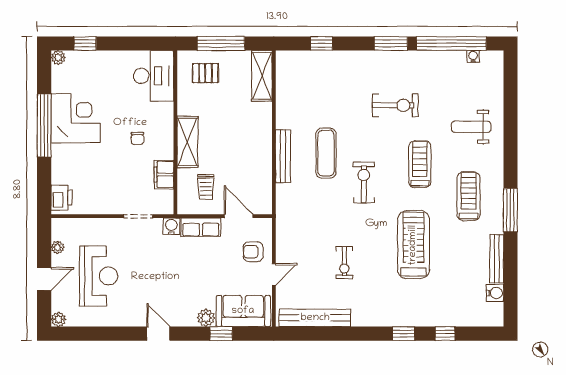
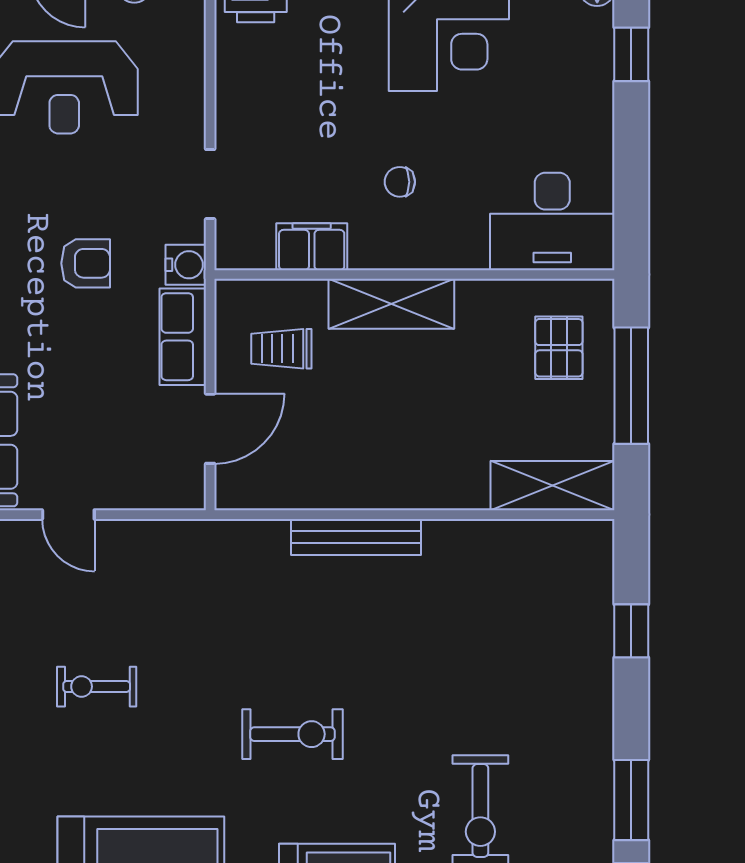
exercise mat: (326, 153) -> (364, 642), removed
armchair: (253, 252) -> (86, 263), moved, turned 90

